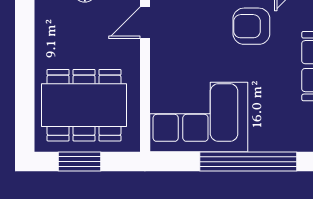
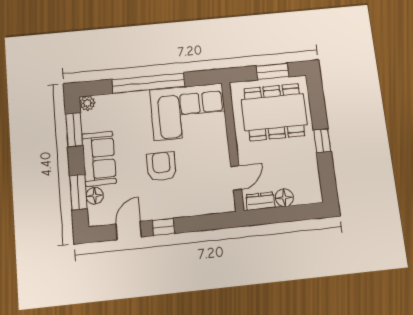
armchair: (251, 26) -> (161, 166), moved, turned -90
window: (25, 60) -> (322, 141), added

